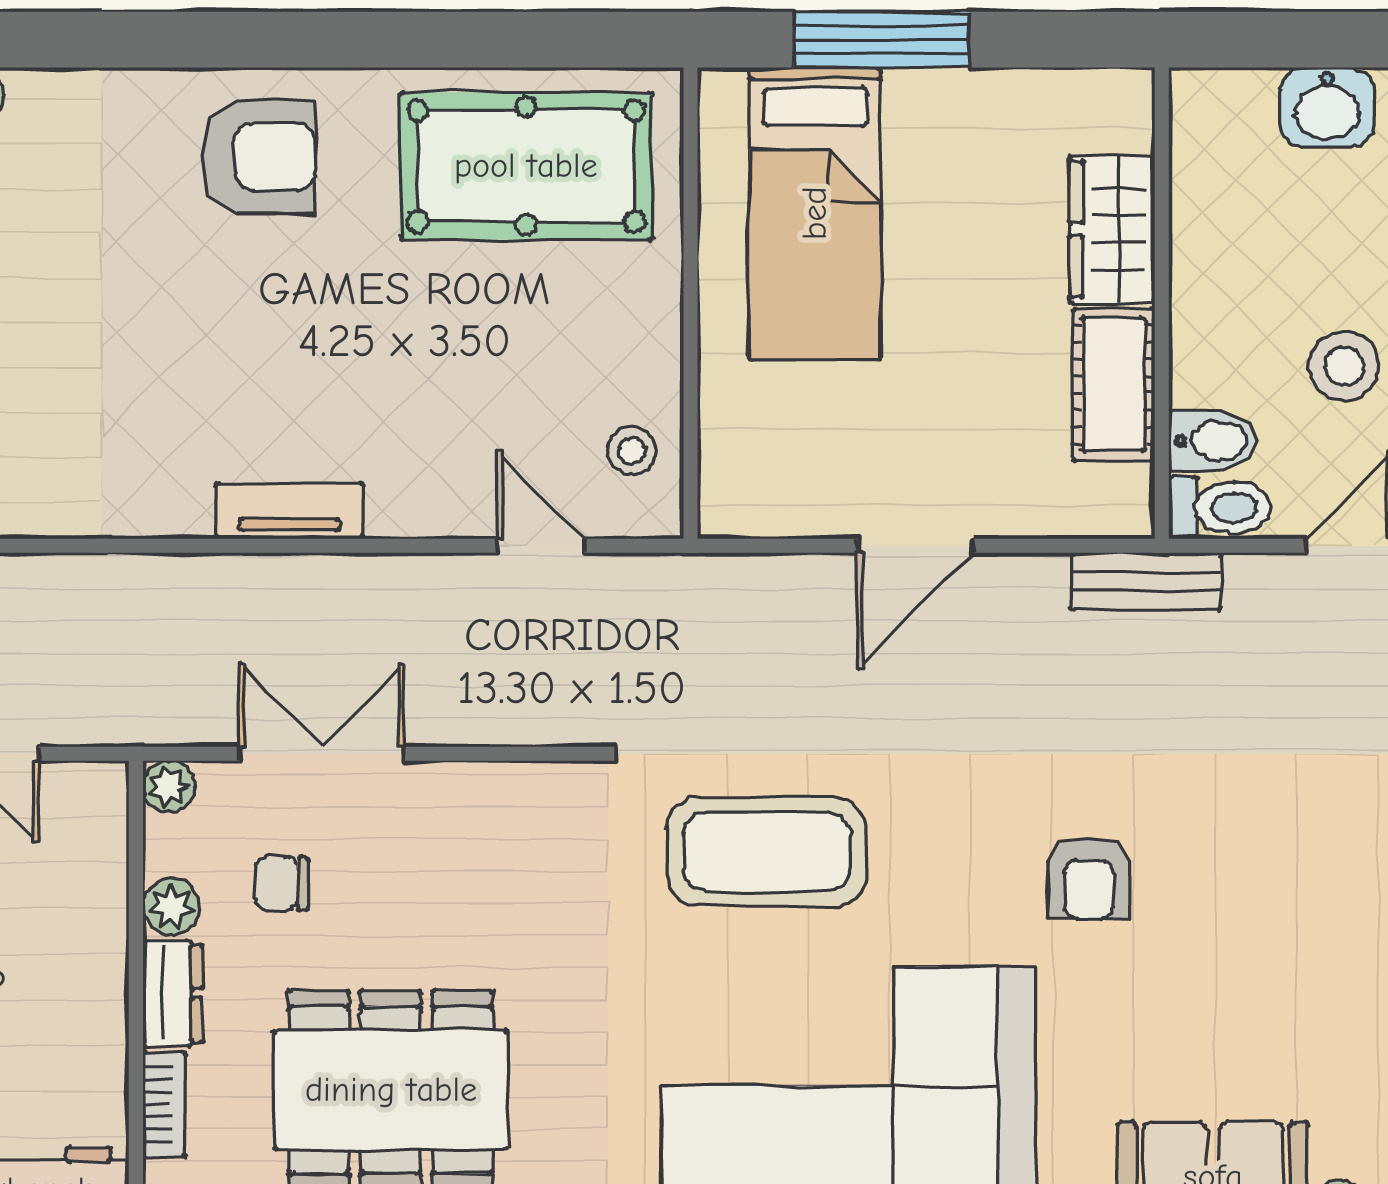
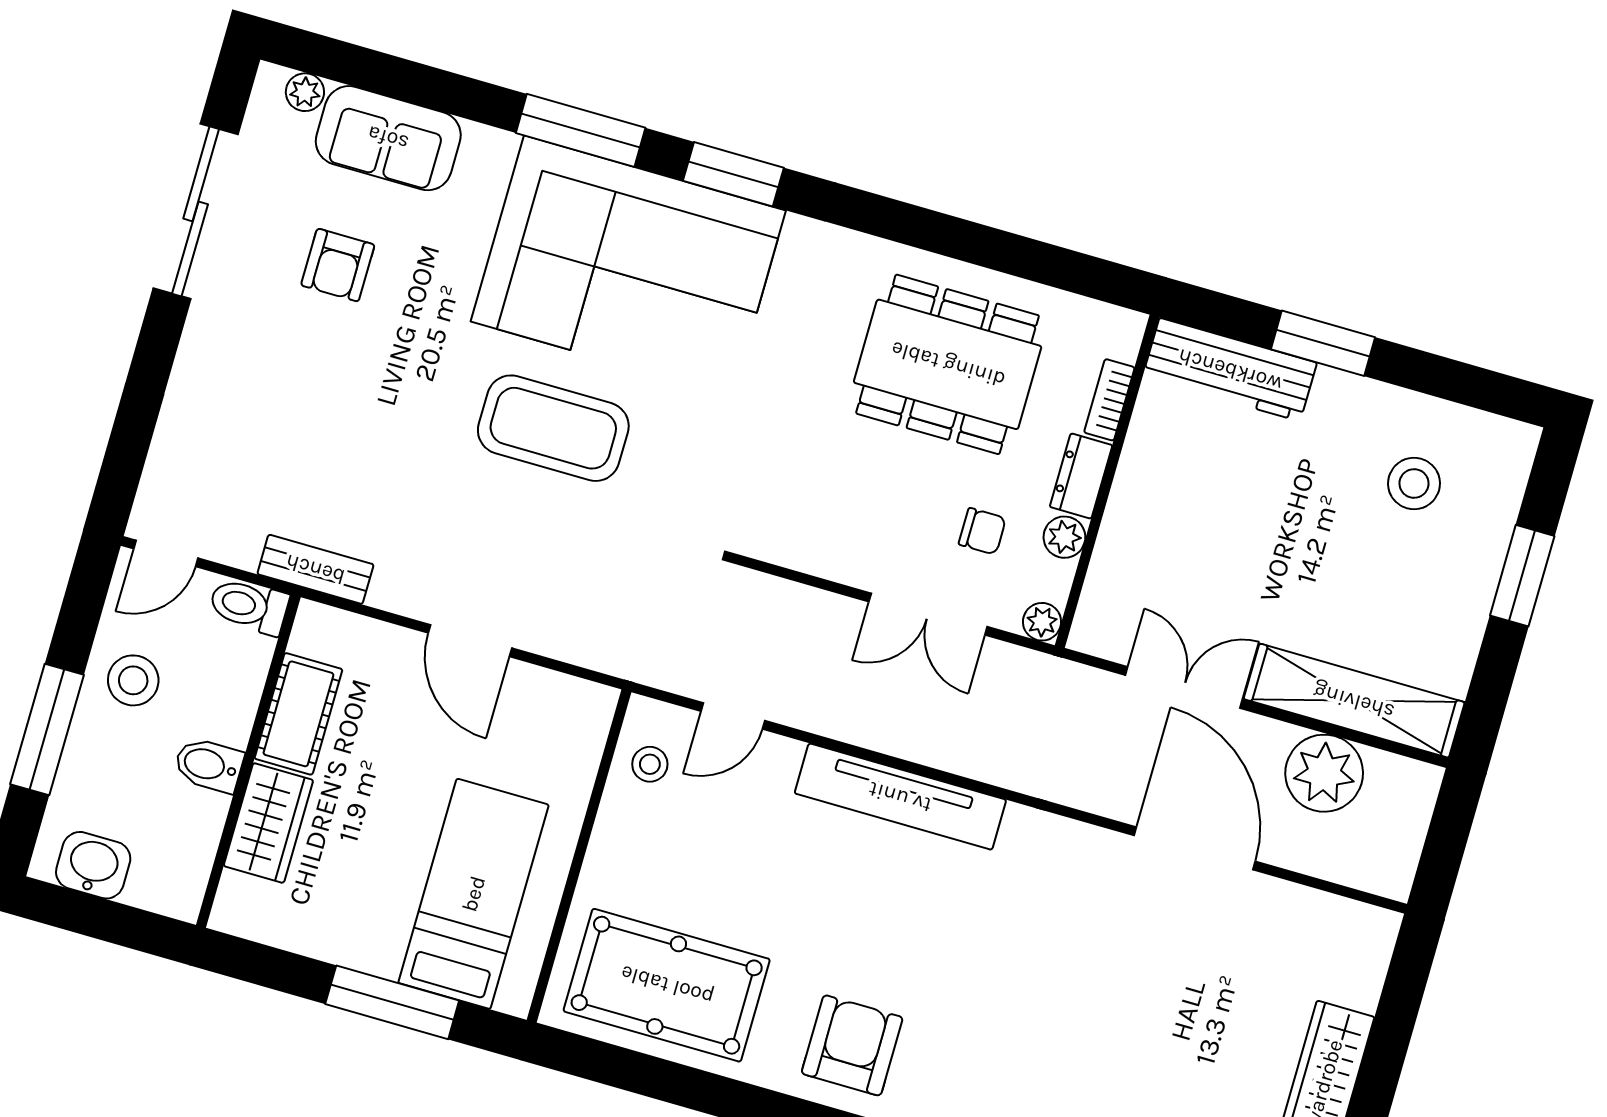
armchair: (259, 157) -> (852, 1045), turned 90
bidet: (1213, 441) -> (209, 765), moved
tv unit: (289, 511) -> (900, 797), width x1.92, depth x1.29
door: (541, 546) -> (733, 716), hinge flipped
door: (916, 546) -> (470, 641), swing flipped
coffee table: (767, 852) -> (553, 428), moved
armchair: (1089, 878) -> (338, 265), moved, turned 180

